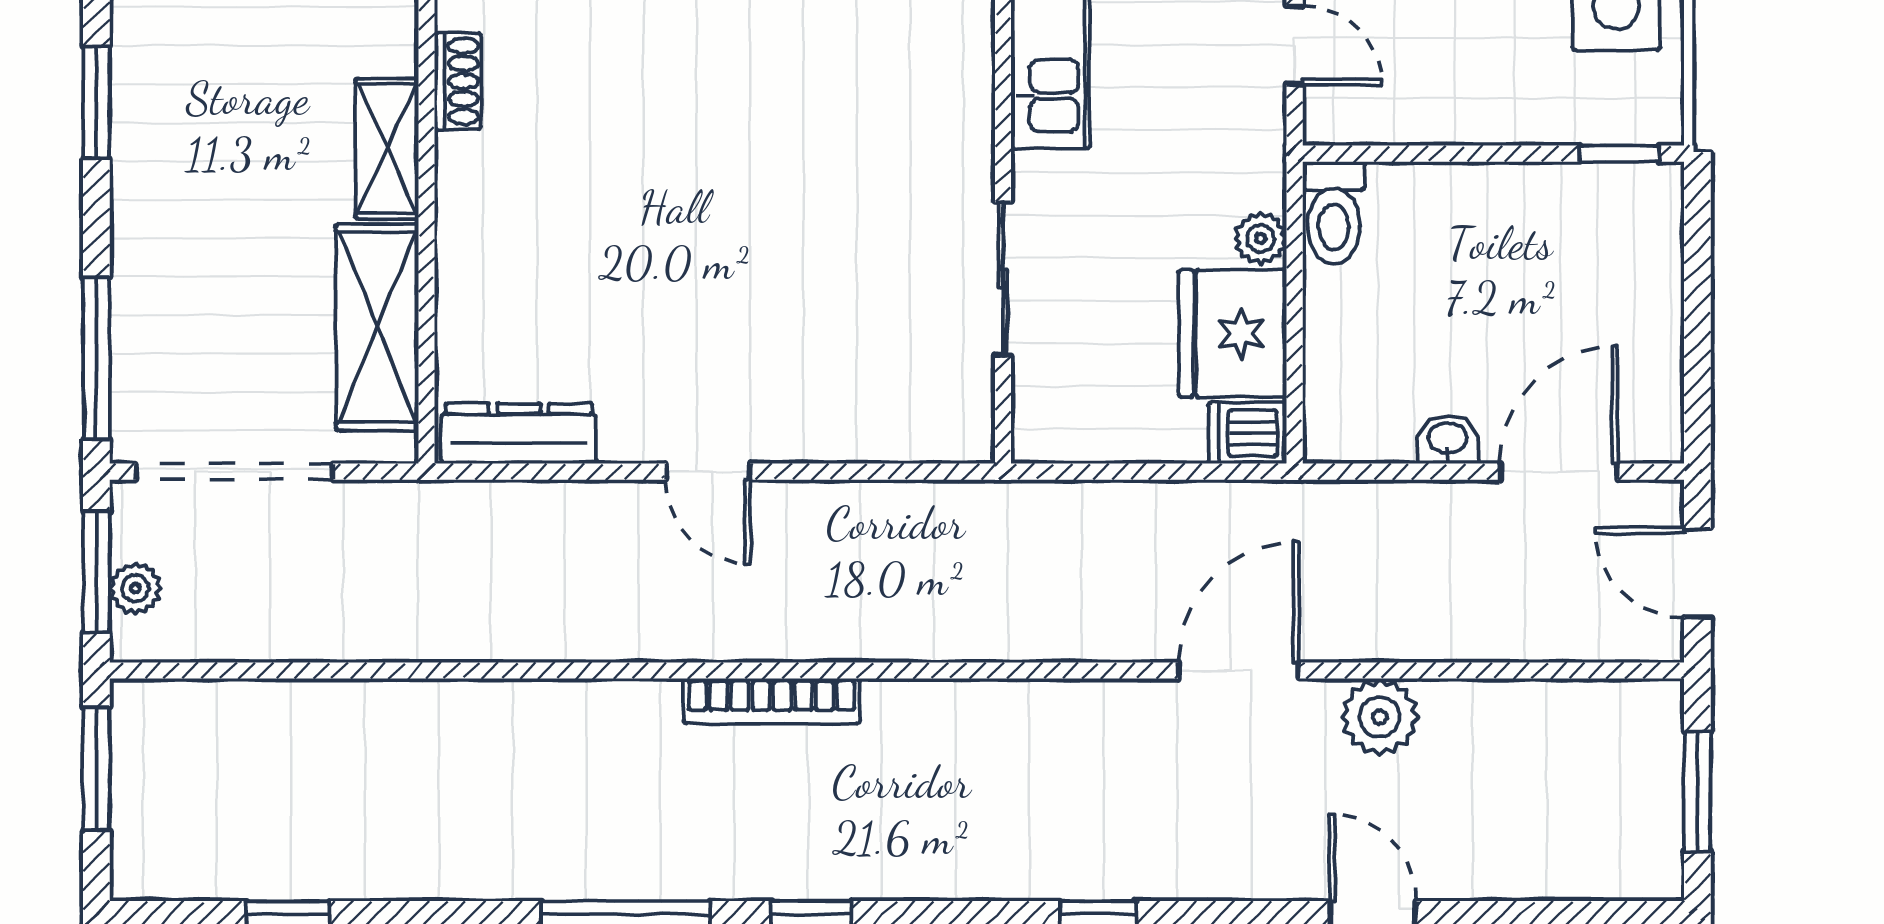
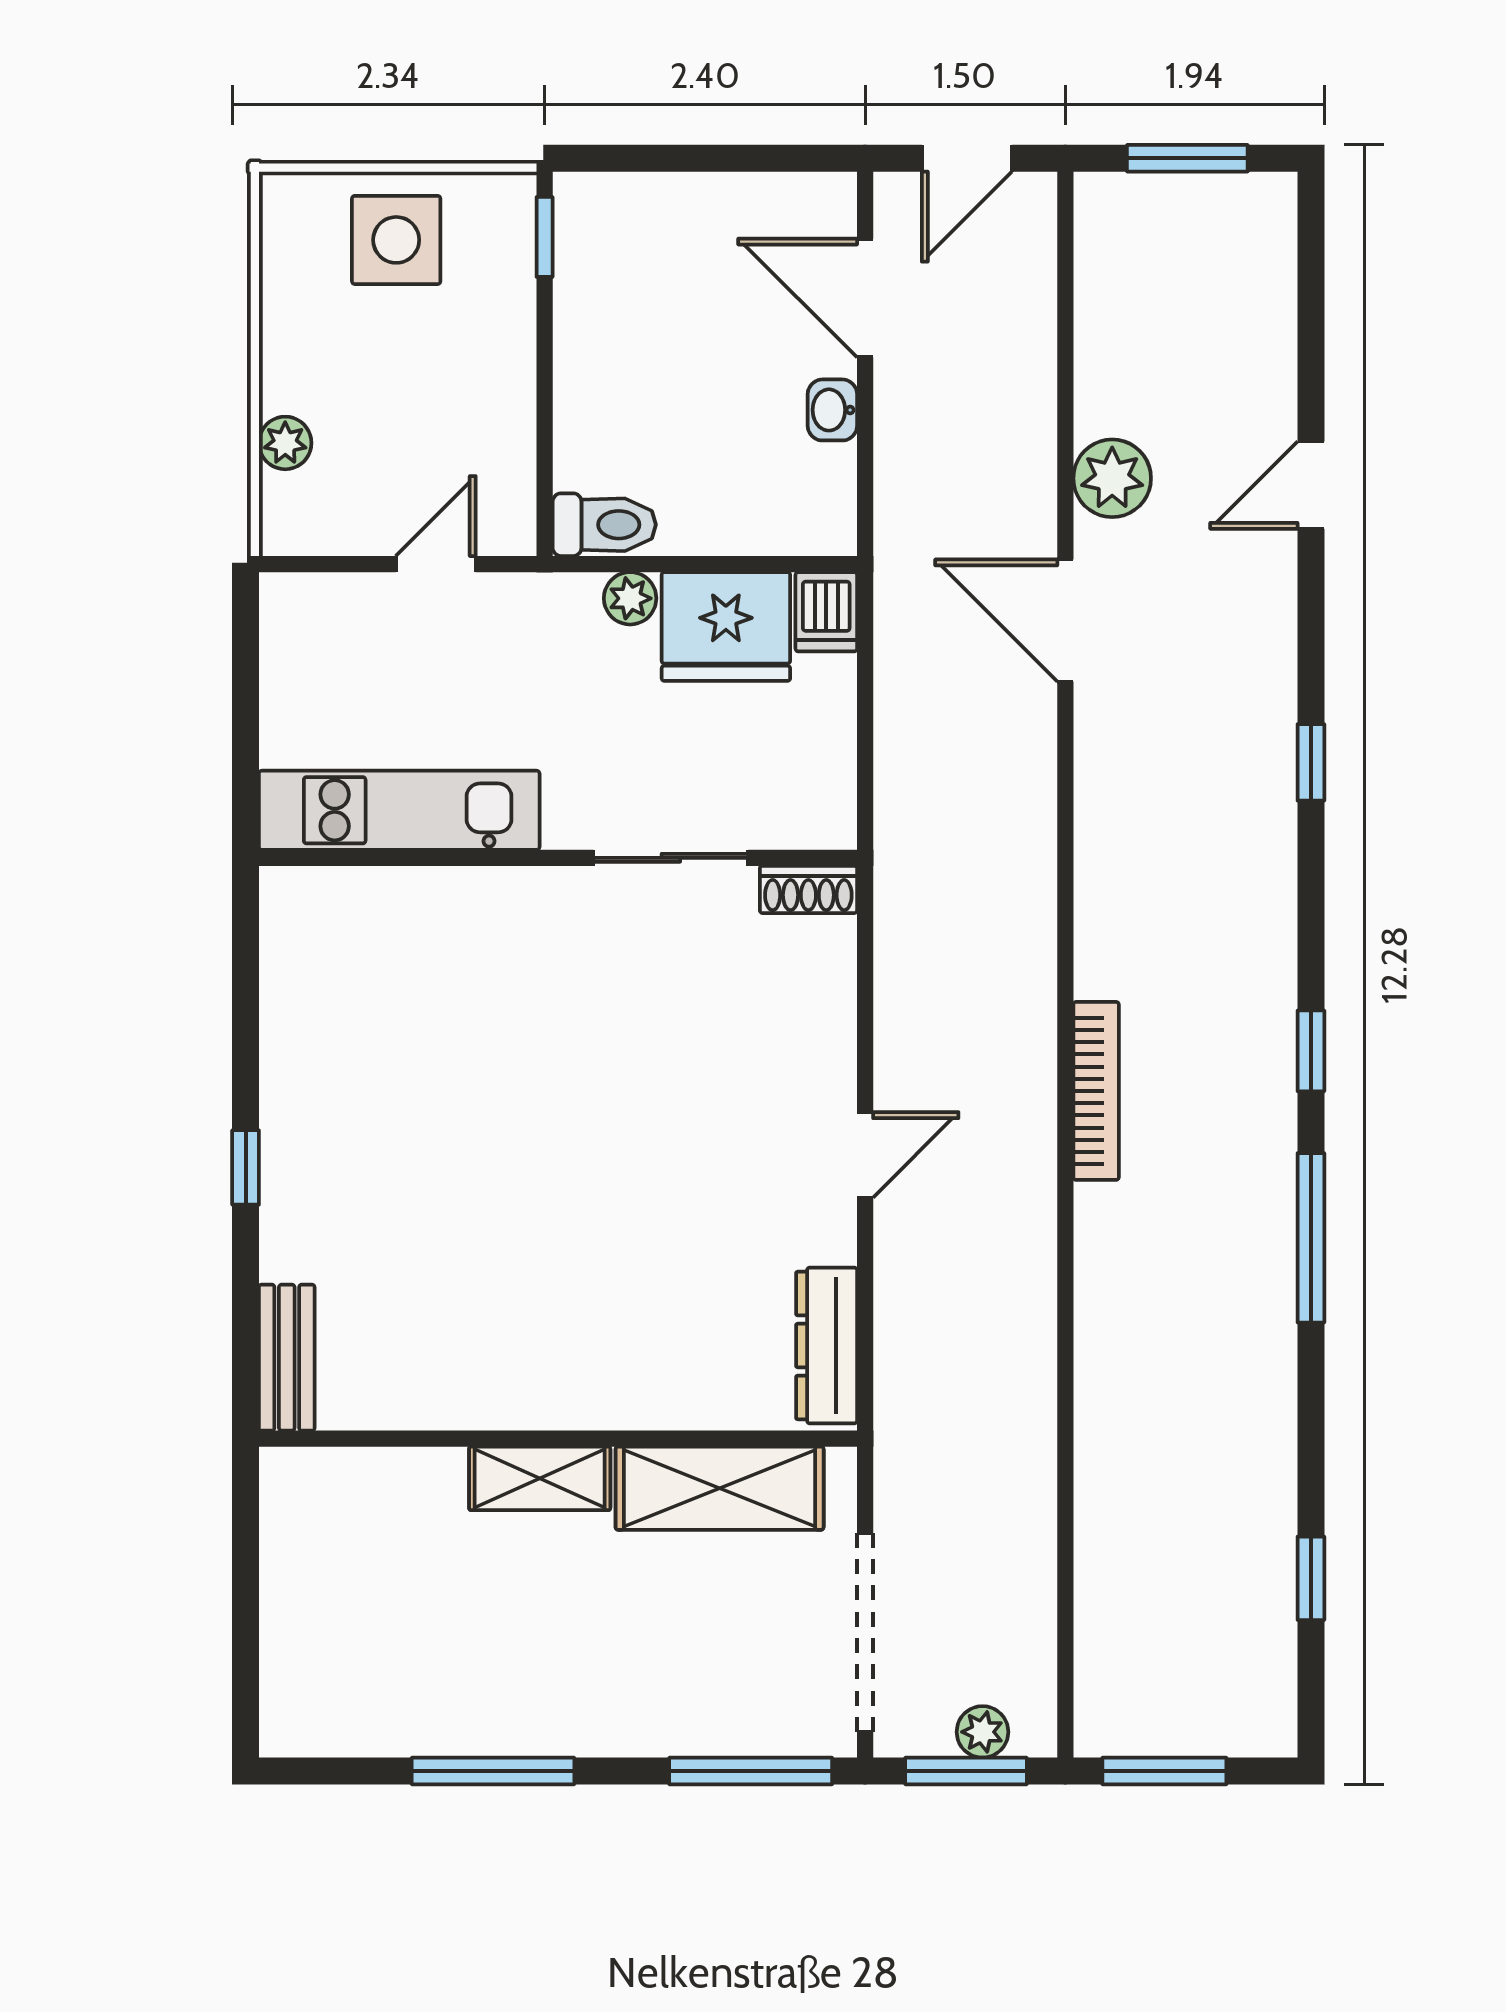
shoe rack: (458, 81) -> (808, 889), moved, turned 180
window: (96, 102) -> (493, 1771), width x1.44

